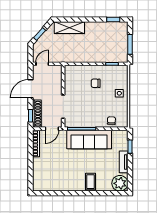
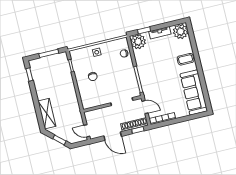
plant: (120, 138) -> (138, 42), added
sofa: (89, 139) -> (194, 92), moved, turned 180

